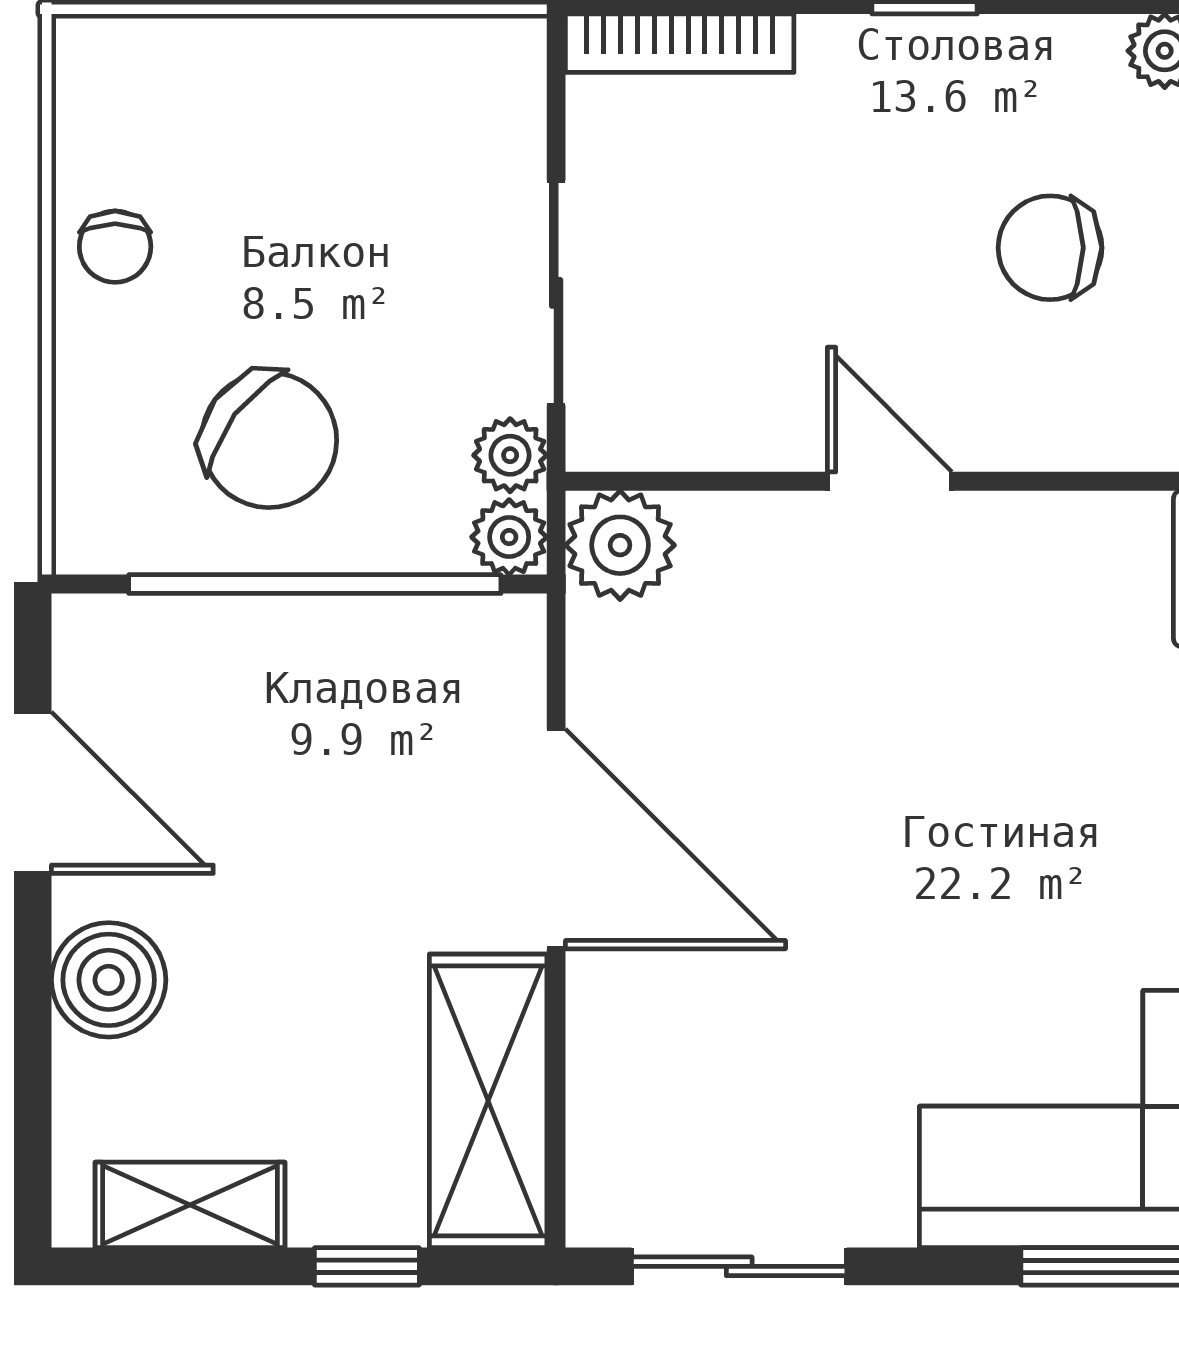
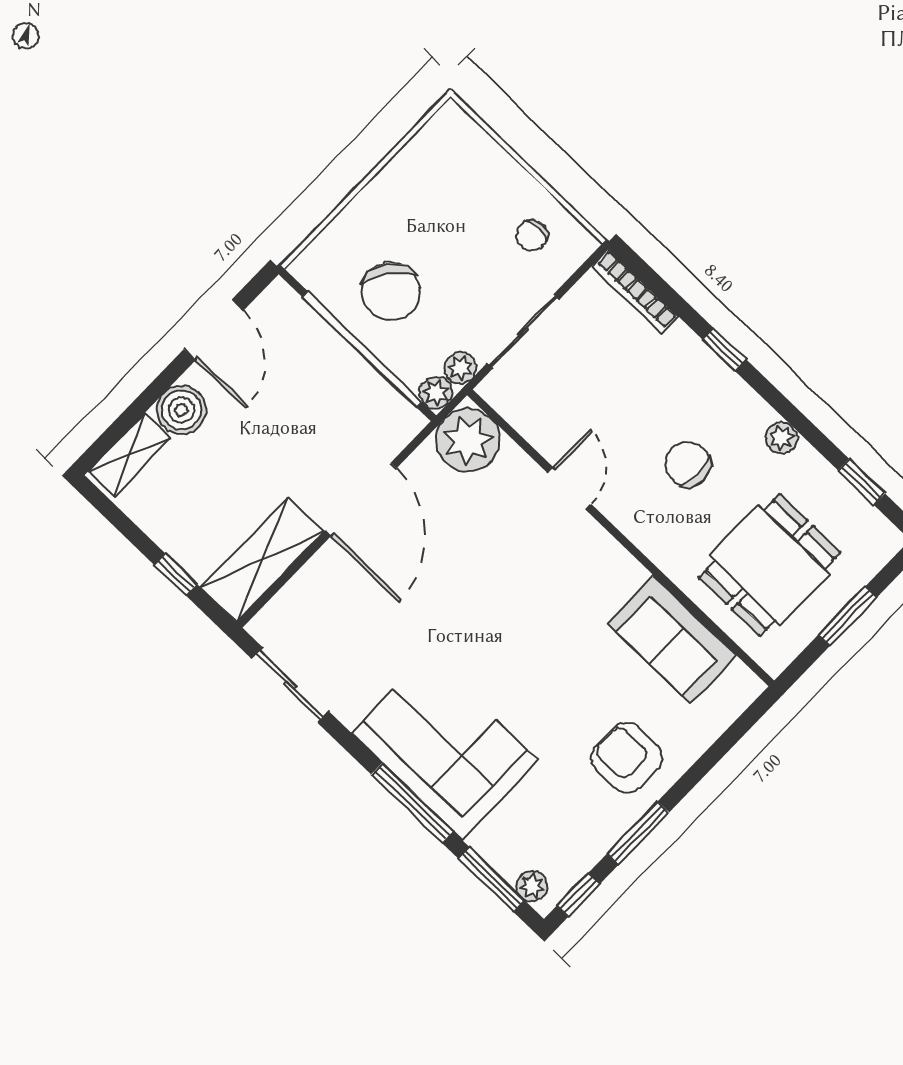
chair: (115, 247) -> (532, 235), moved
plant: (620, 545) -> (468, 440), width x1.36, depth x1.36
shelving: (190, 1205) -> (130, 455), moved, turned 90

